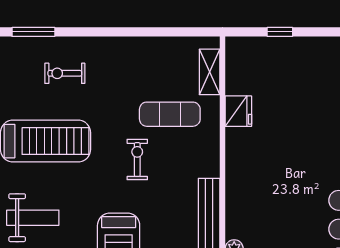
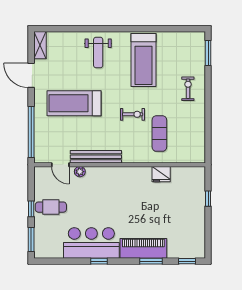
shelving: (210, 72) -> (184, 157), removed
exercise bike: (65, 73) -> (188, 89), moved

